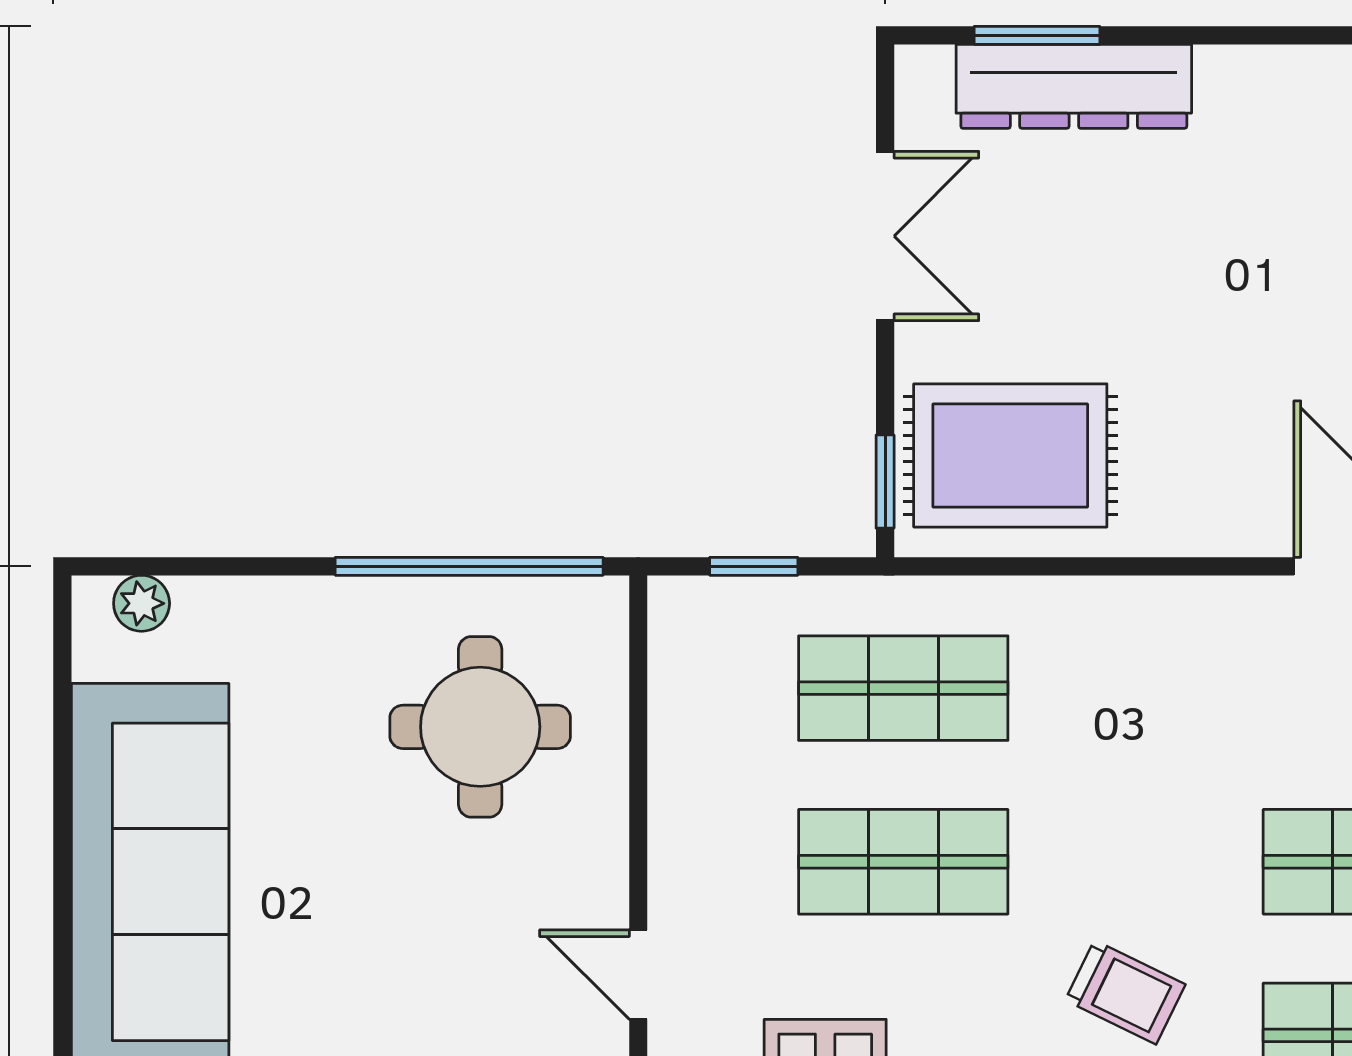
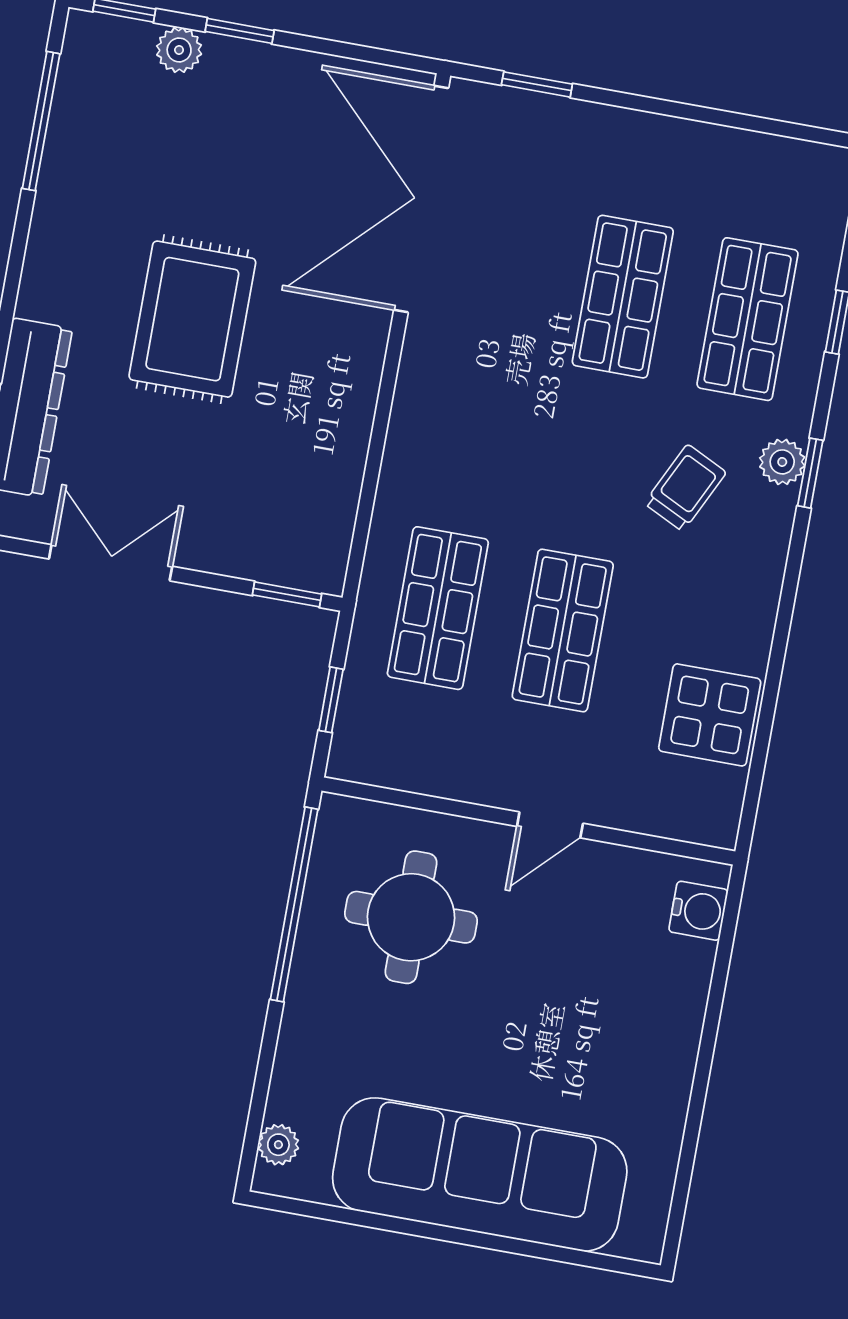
rug: (1010, 455) -> (192, 319), moved
door: (638, 975) -> (550, 825), moved

